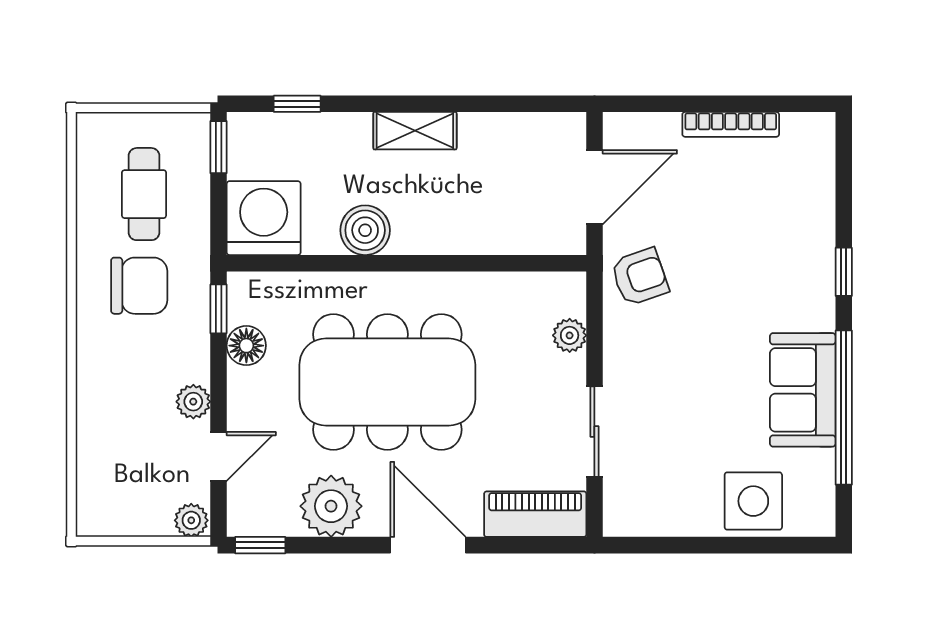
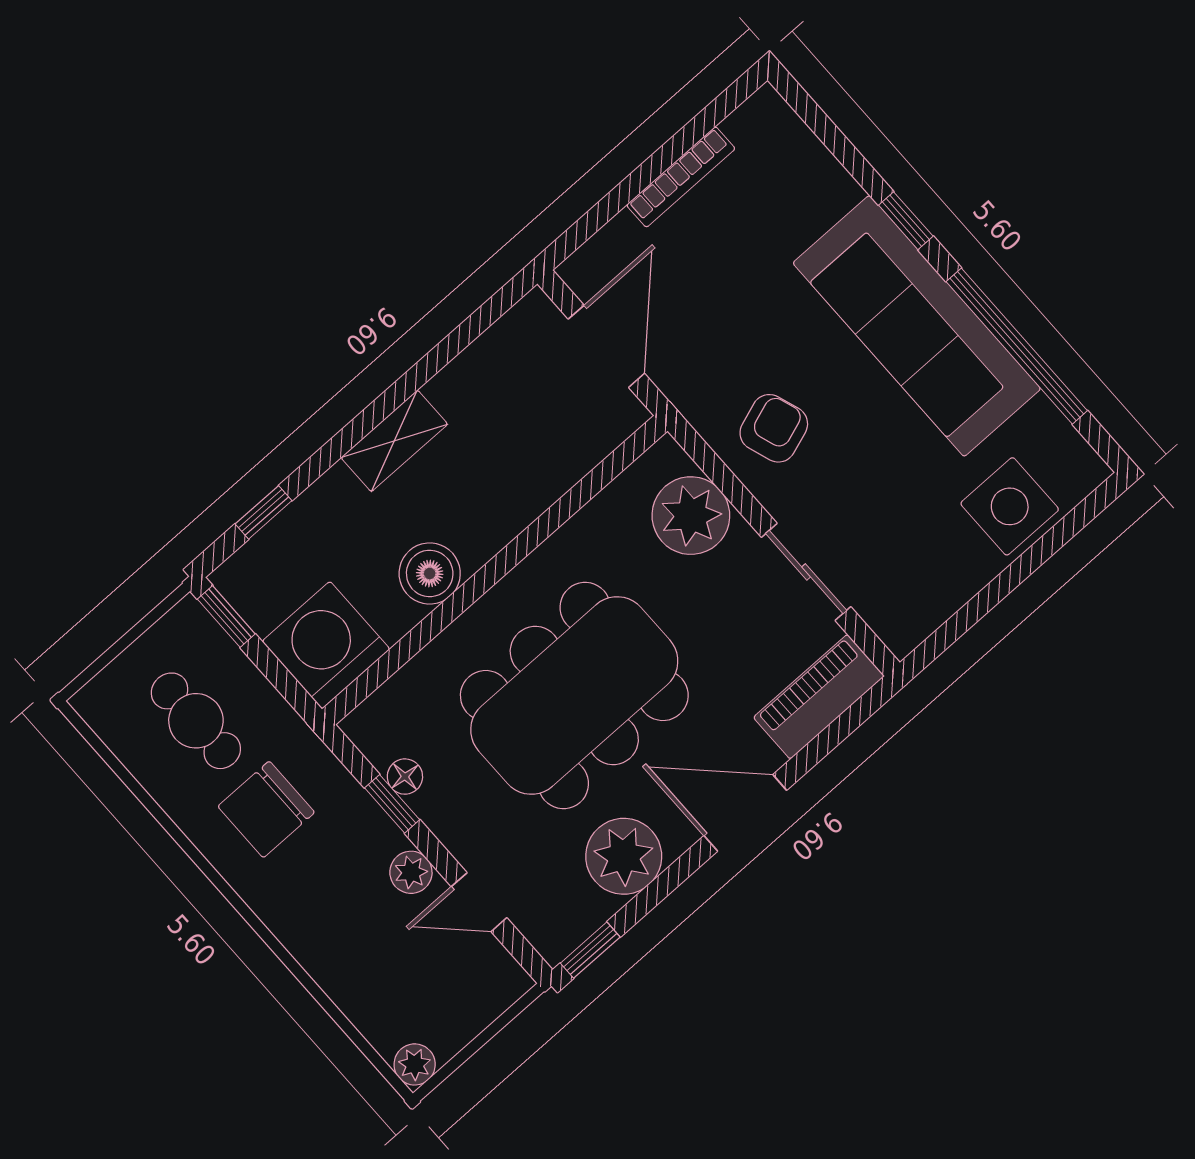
armchair: (640, 277) -> (774, 428), moved
chair: (139, 286) -> (266, 809), turned 180
window: (219, 309) -> (392, 804), moved
plant: (570, 335) -> (691, 516), width x1.88, depth x1.88
floor lamp: (246, 346) -> (405, 777), width x0.73, depth x0.73
sofa: (803, 390) -> (917, 326), width x1.85, depth x1.27
door: (219, 456) -> (479, 902), swing flipped
plant: (191, 520) -> (415, 1064), moved

